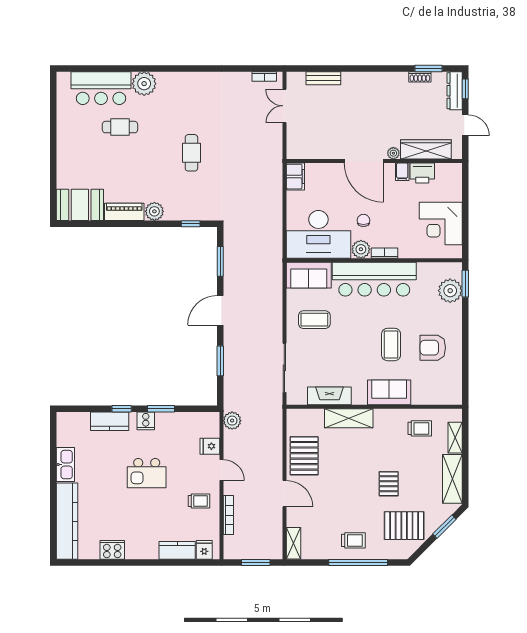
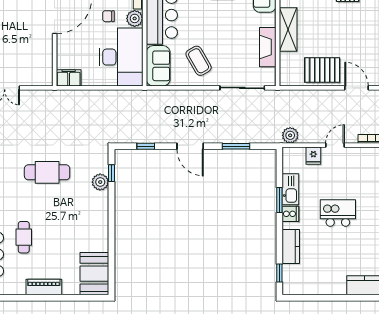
cafe table: (191, 153) -> (47, 172), width x1.37, depth x1.35
plant: (154, 211) -> (100, 182), moved
piano: (124, 212) -> (44, 287), moved, turned 90
window: (220, 261) -> (146, 146), width x0.67
coffee table: (314, 320) -> (199, 61), turned -30
window: (122, 409) -> (279, 273), moved
kitchen sink: (65, 465) -> (290, 189), moved, turned 90
kitchen island: (147, 473) -> (338, 213), turned -90
door: (284, 494) -> (356, 88), hinge flipped
trolley: (199, 501) -> (363, 165), removed

